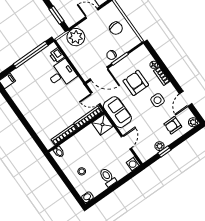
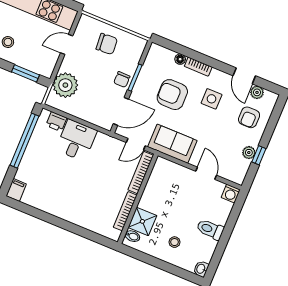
plant: (193, 122) -> (257, 92), moved
shower: (102, 124) -> (142, 221), moved

